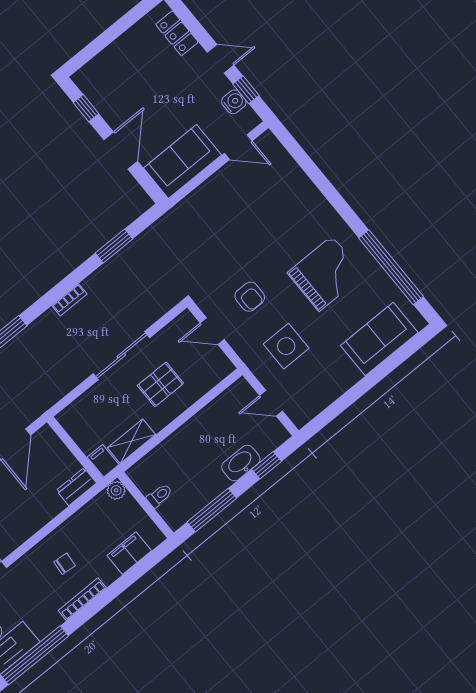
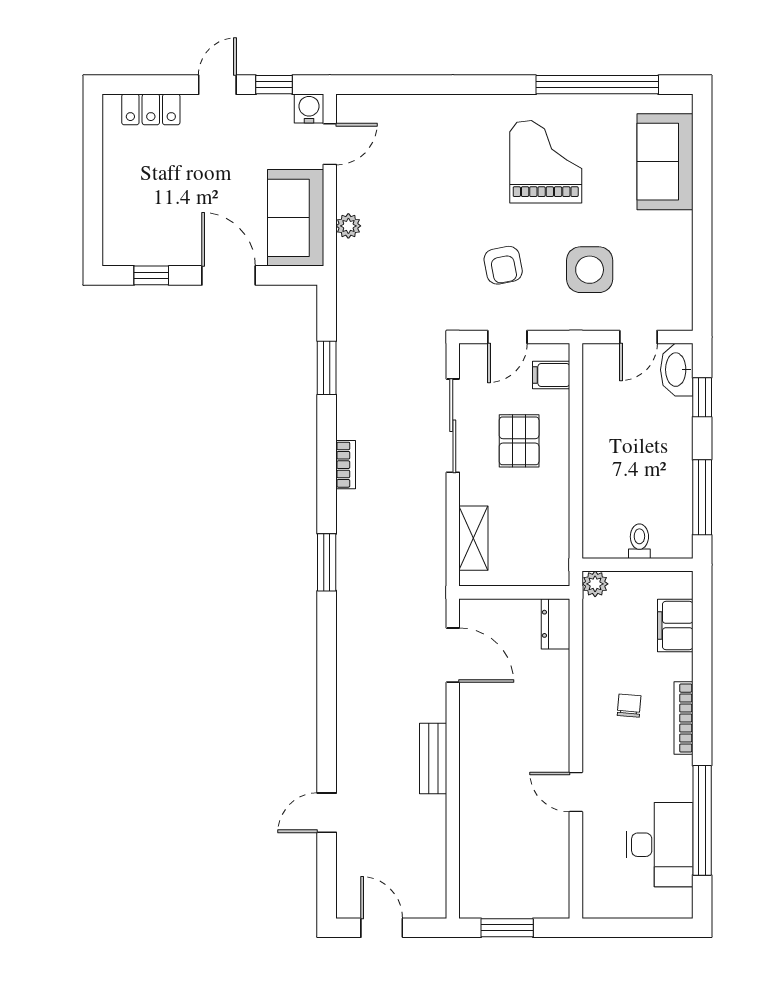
water cooler: (234, 102) -> (309, 109), moved
plant: (202, 194) -> (348, 226), added
armchair: (250, 297) -> (503, 265), turned 79
sliding door: (121, 356) -> (453, 426), moved
shelving: (132, 441) -> (473, 538), moved
filing cabinet: (103, 461) -> (551, 375), moved
washbasin: (241, 463) -> (677, 370), moved

